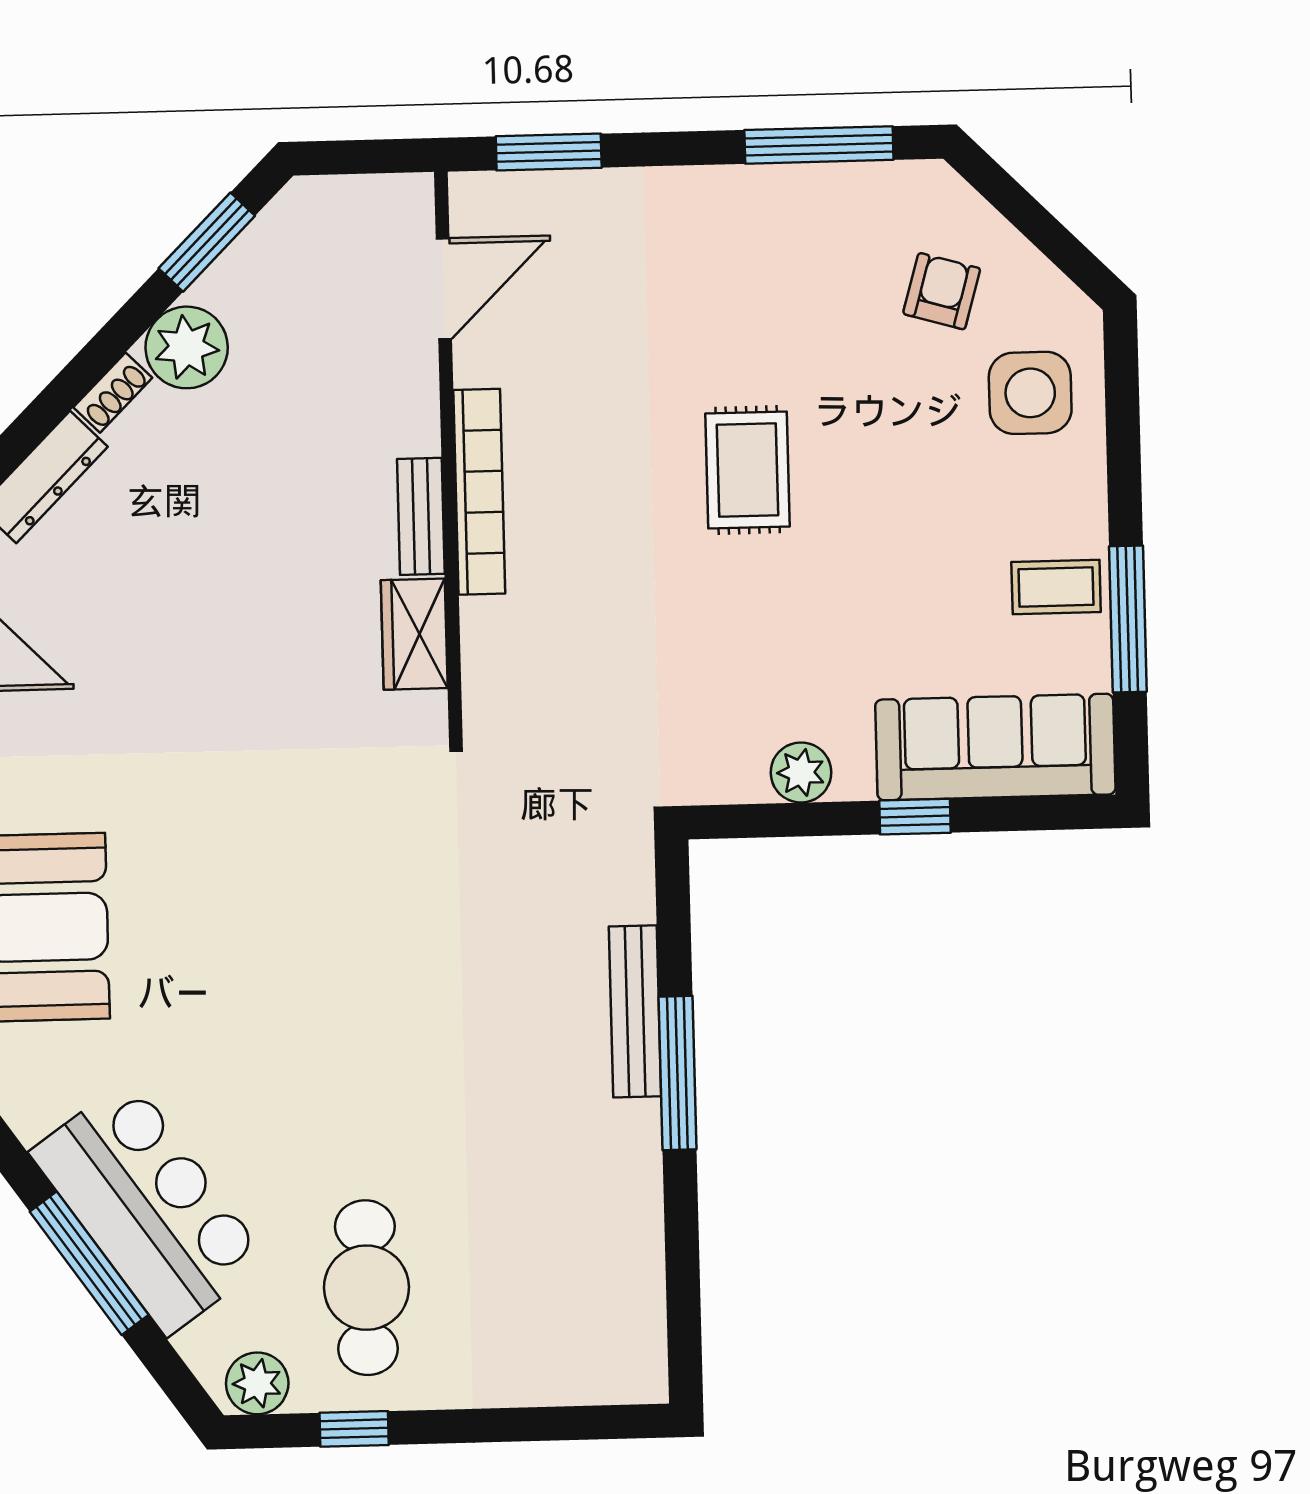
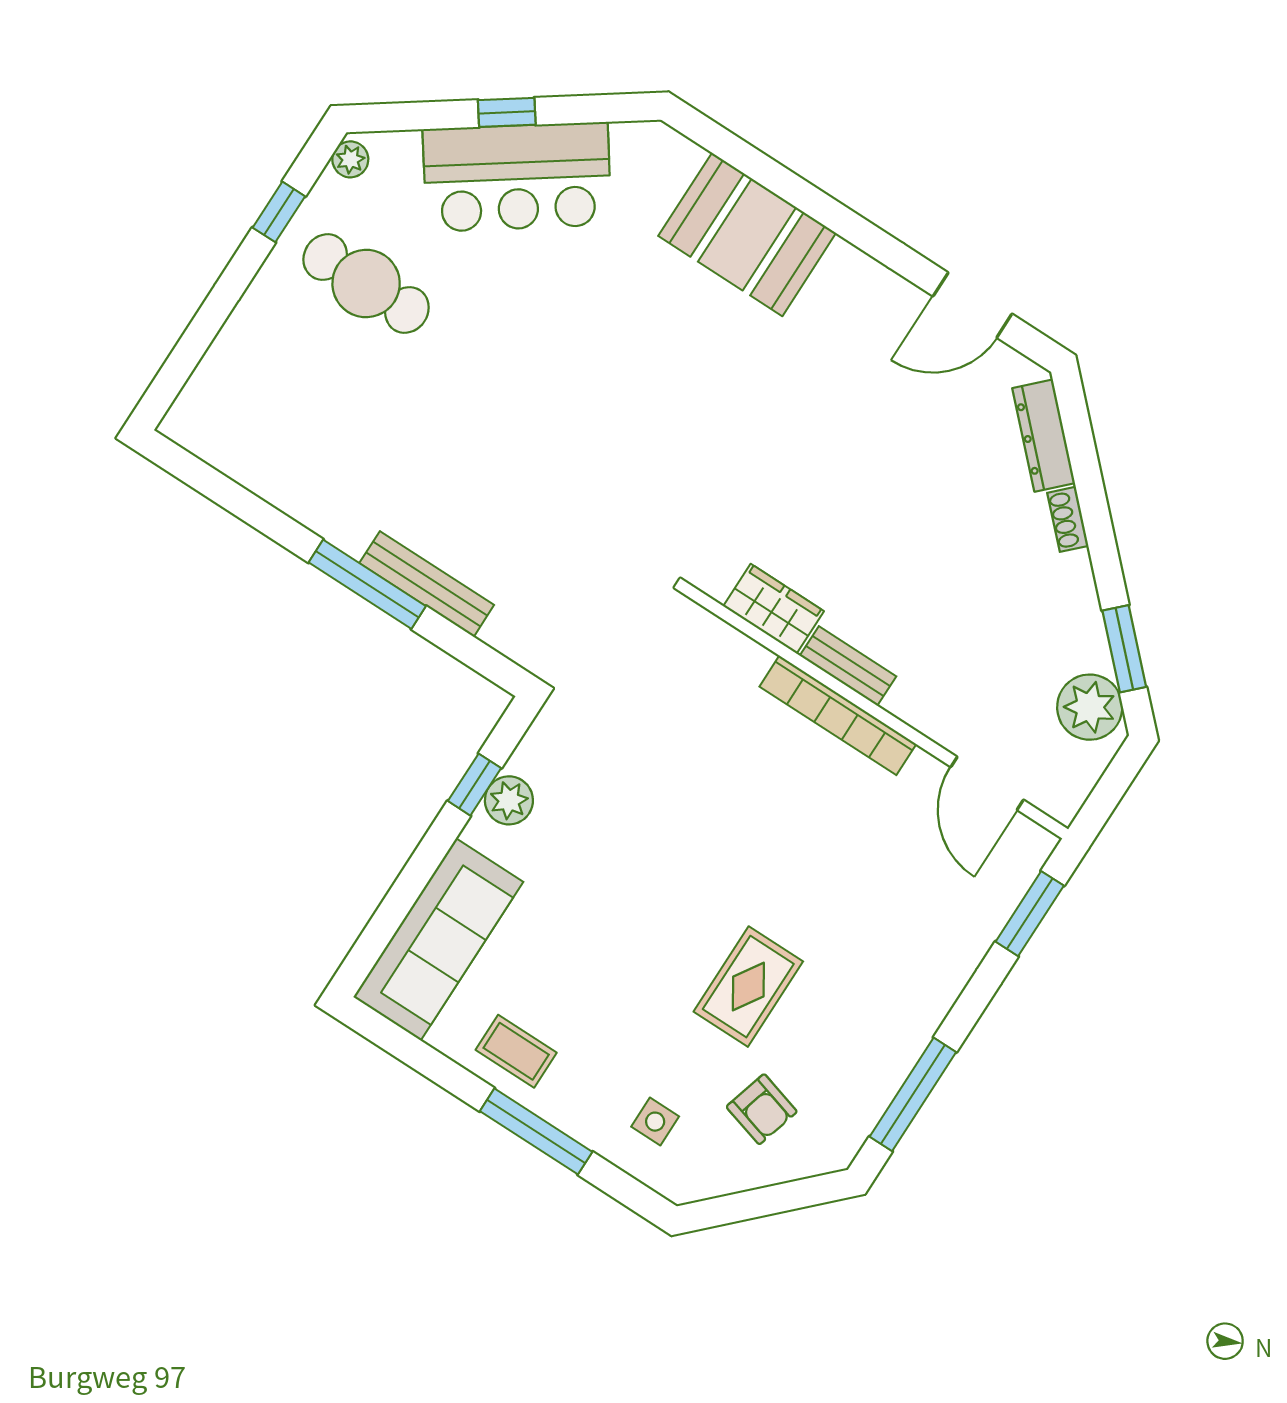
plant: (187, 347) -> (1090, 707), moved
side table: (1030, 393) -> (655, 1122), width x0.54, depth x0.54
rug: (748, 470) -> (748, 987), moved, turned 90
coffee table: (1056, 587) -> (516, 1051), turned 90
window: (1128, 619) -> (536, 1131), moved
window: (915, 817) -> (475, 785), moved
window: (89, 1263) -> (507, 112), width x0.46
plant: (257, 1383) -> (350, 159), width x0.73, depth x0.73

